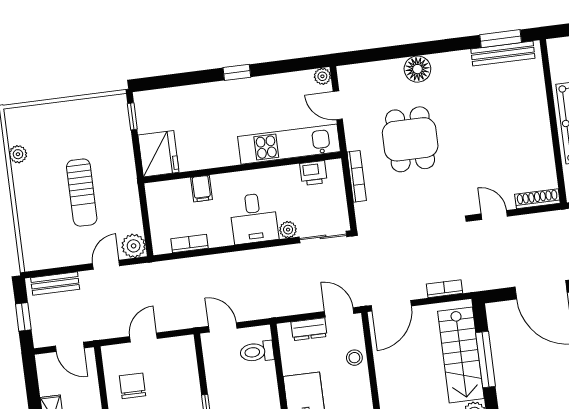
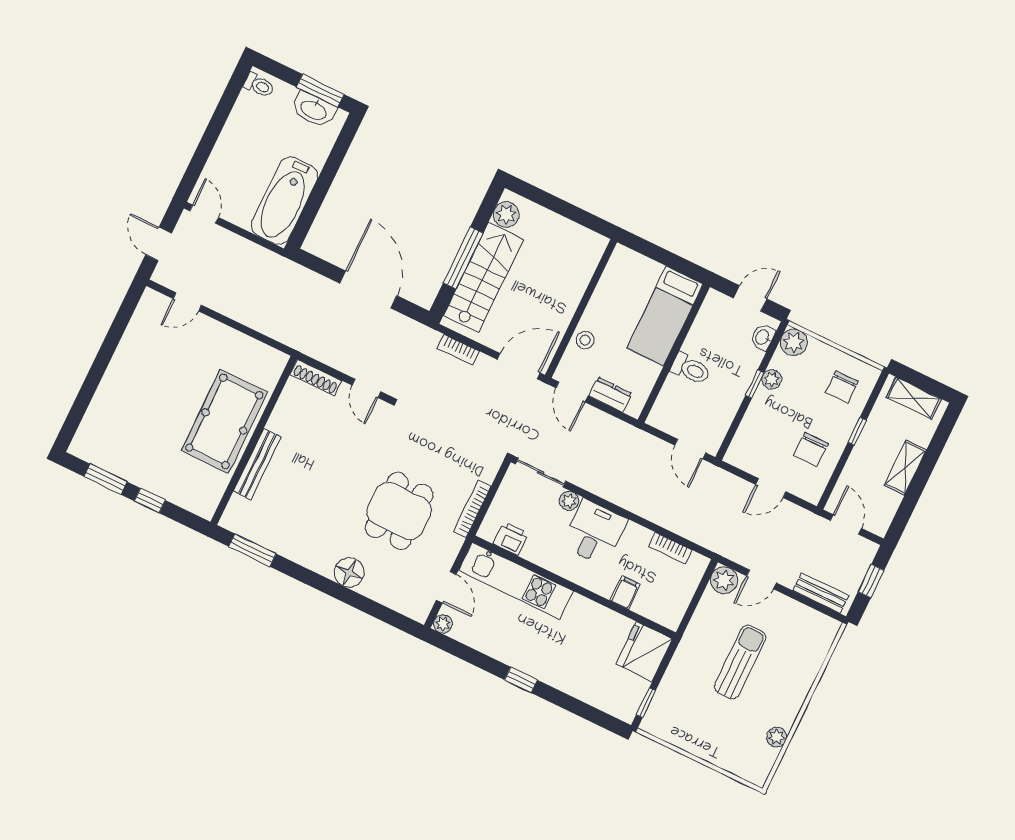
bench: (503, 54) -> (257, 464), moved, turned 90
toilet: (257, 352) -> (691, 369), moved

